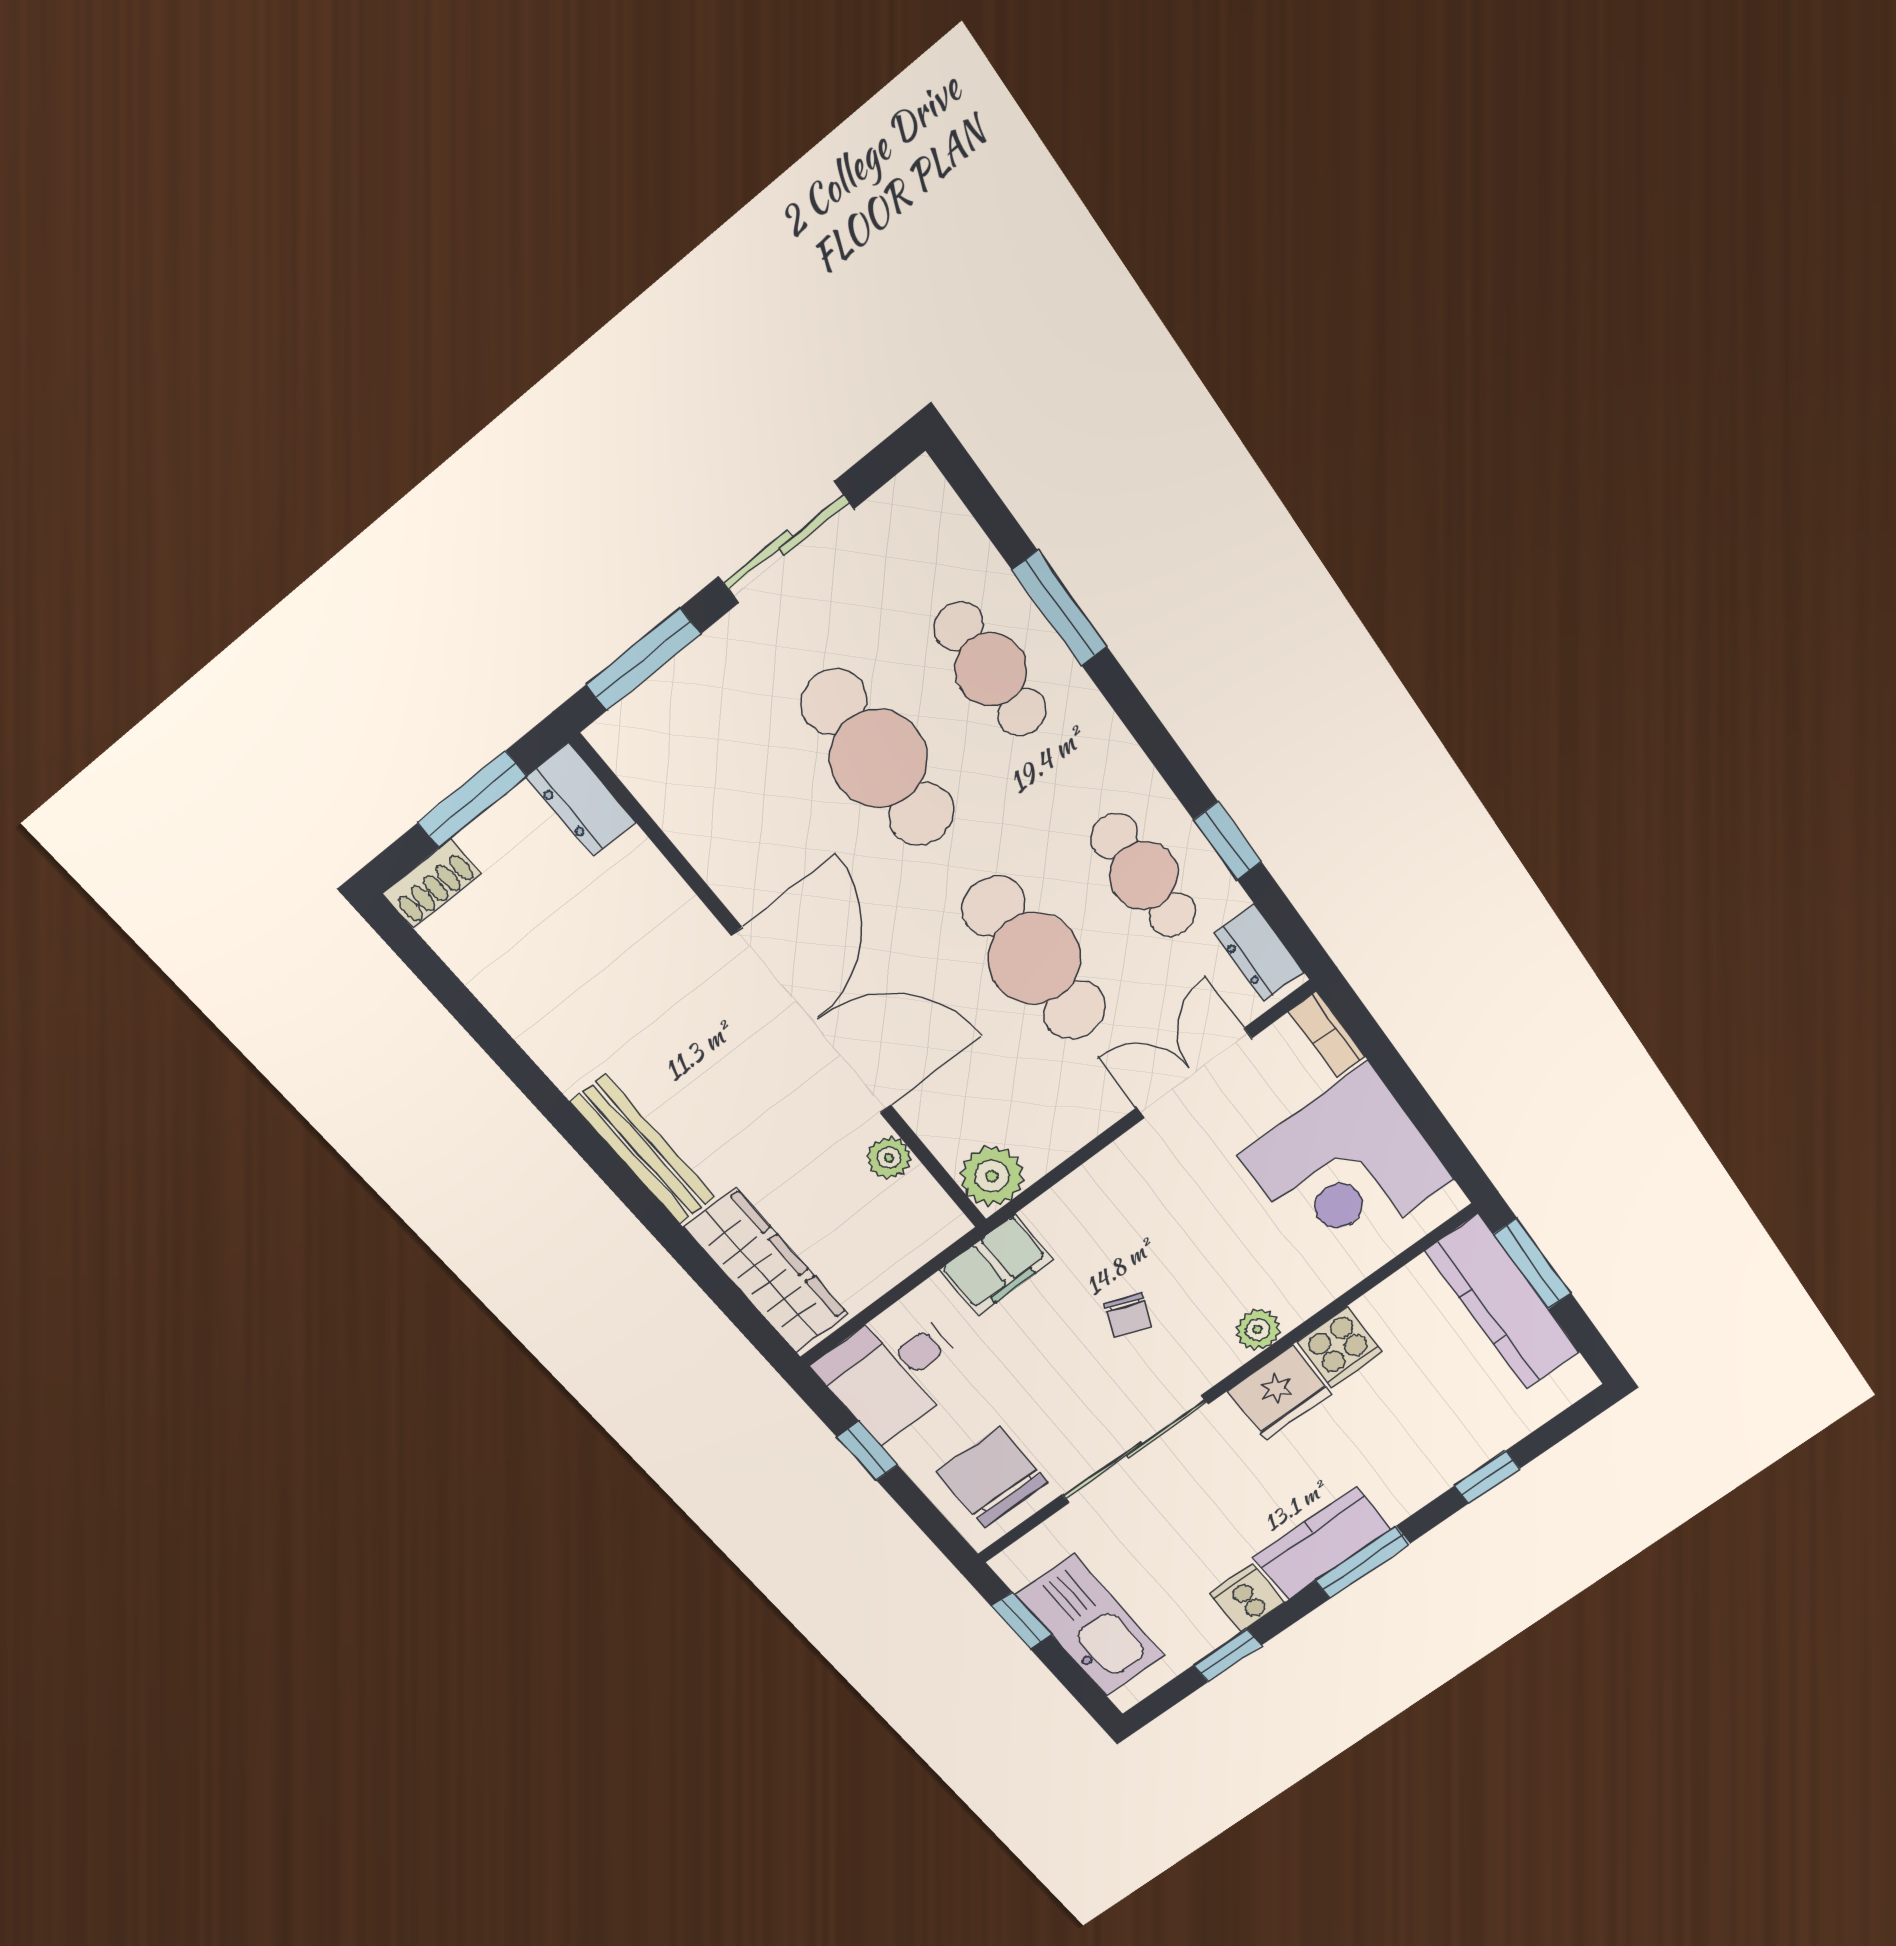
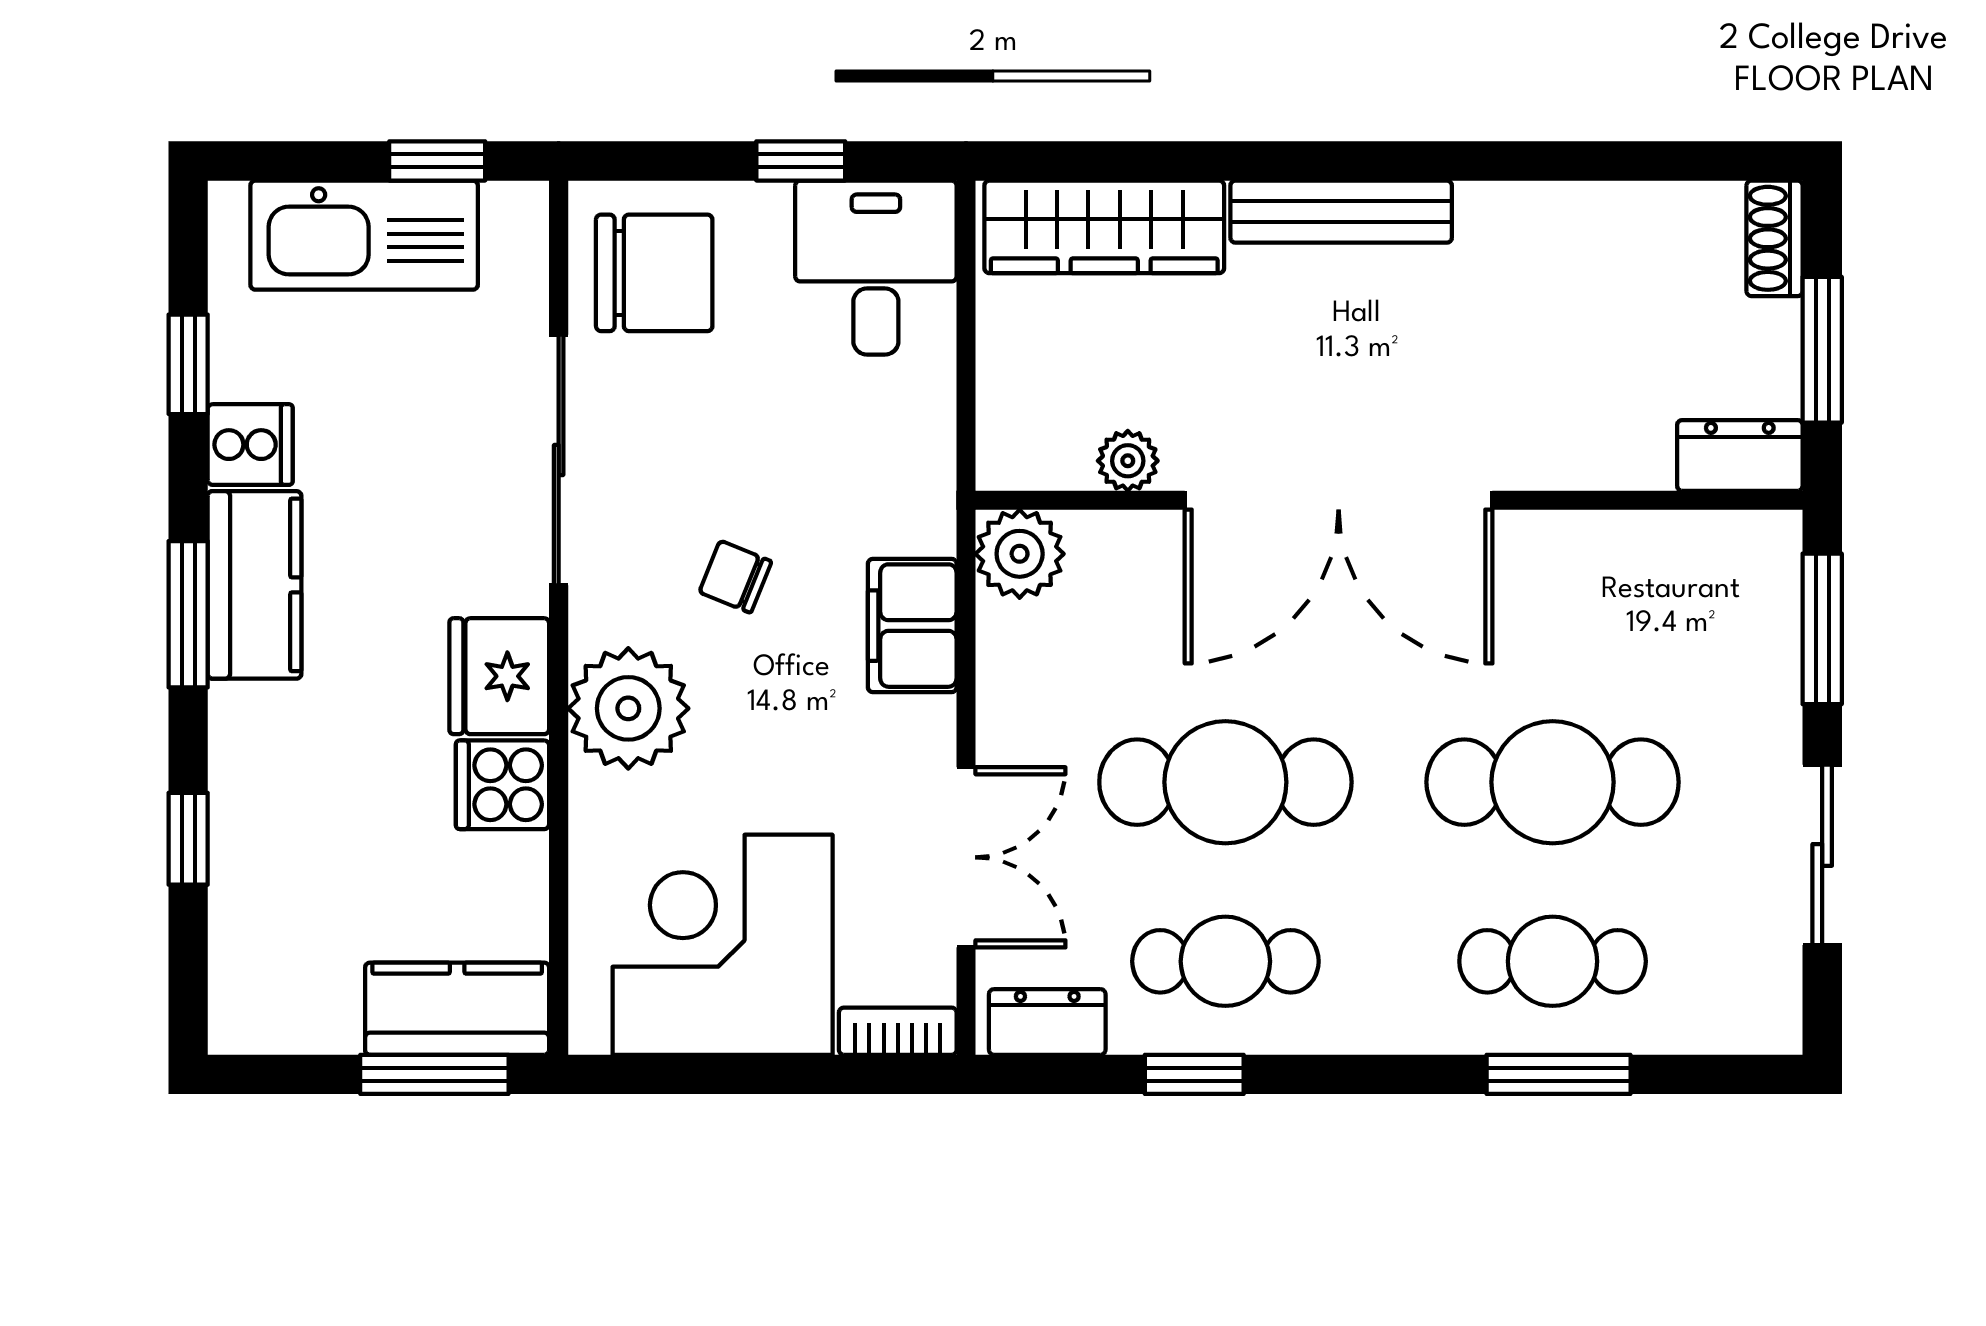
filing cabinet: (996, 1265) -> (912, 626), moved
kitchen counter: (1503, 1302) -> (457, 1009), width x0.67
plant: (1258, 1330) -> (628, 708), width x1.88, depth x1.88

